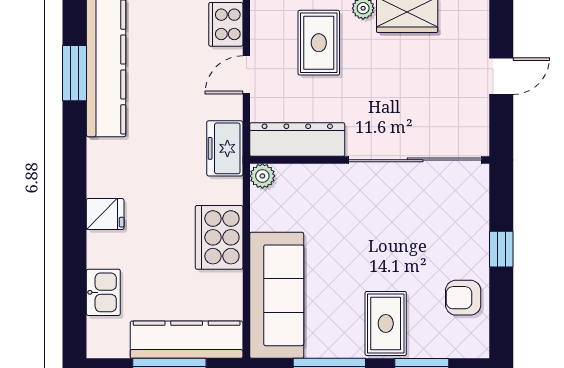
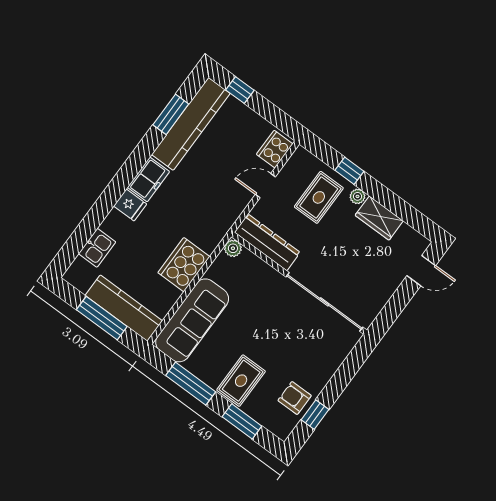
door: (501, 76) -> (421, 271), moved
freezer: (225, 148) -> (148, 179), moved, turned 180
window: (501, 249) -> (315, 415), moved

